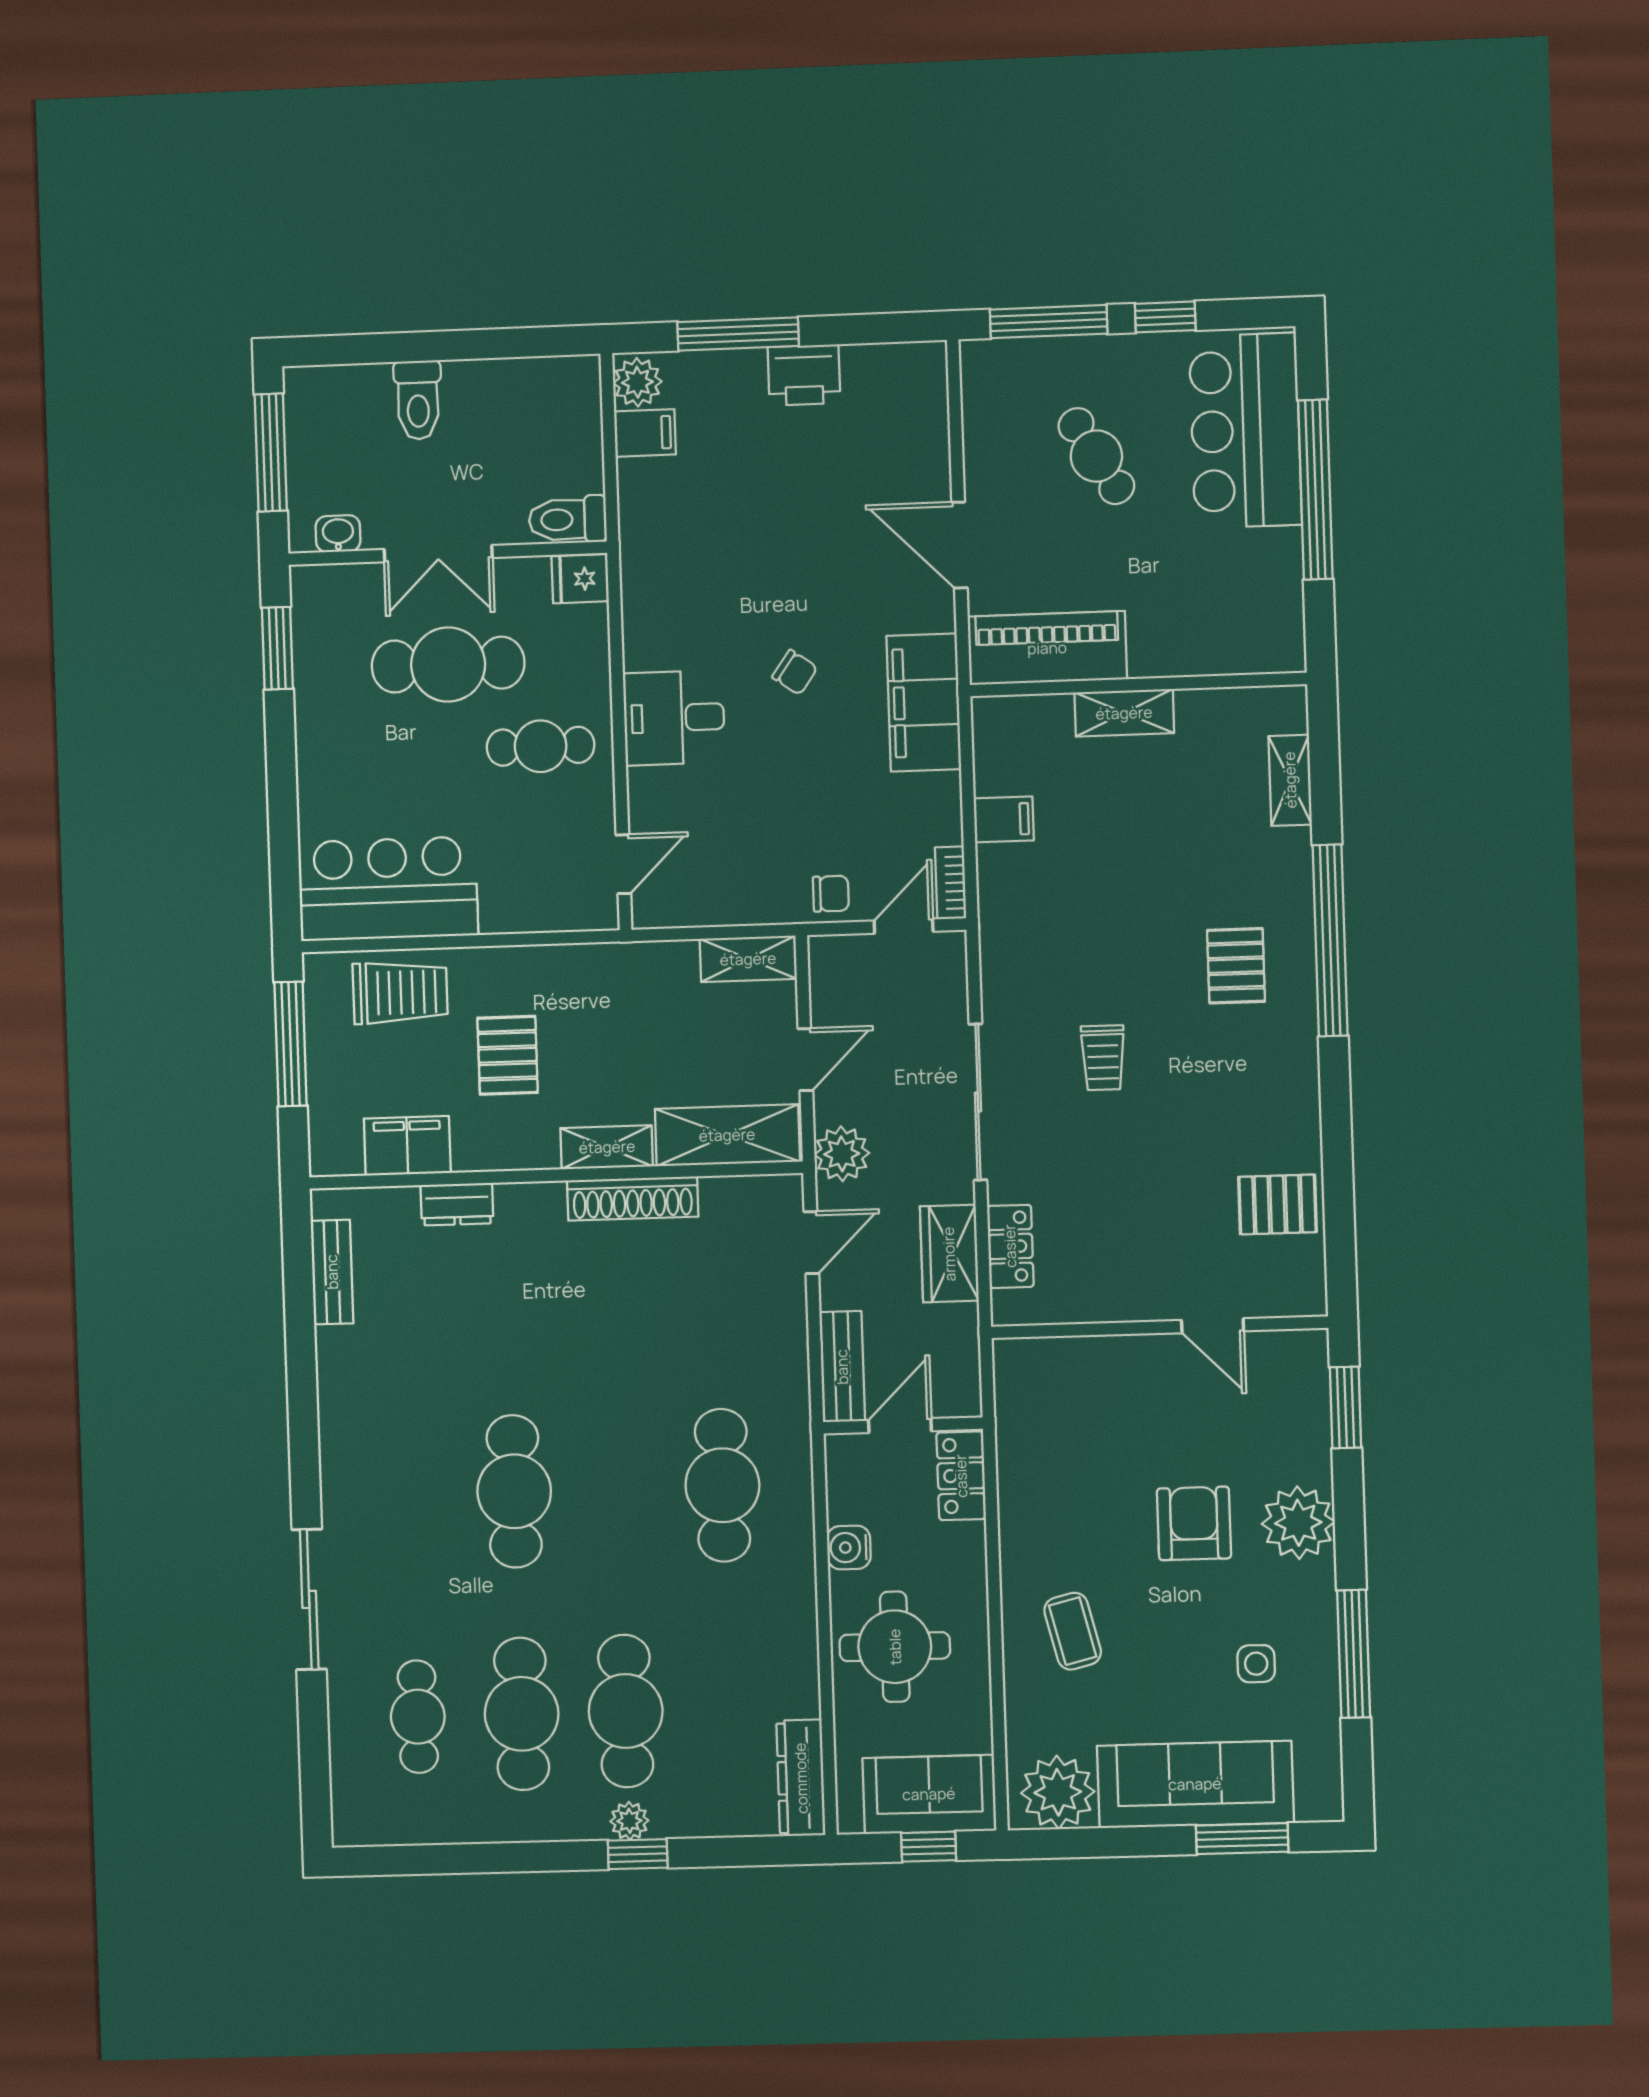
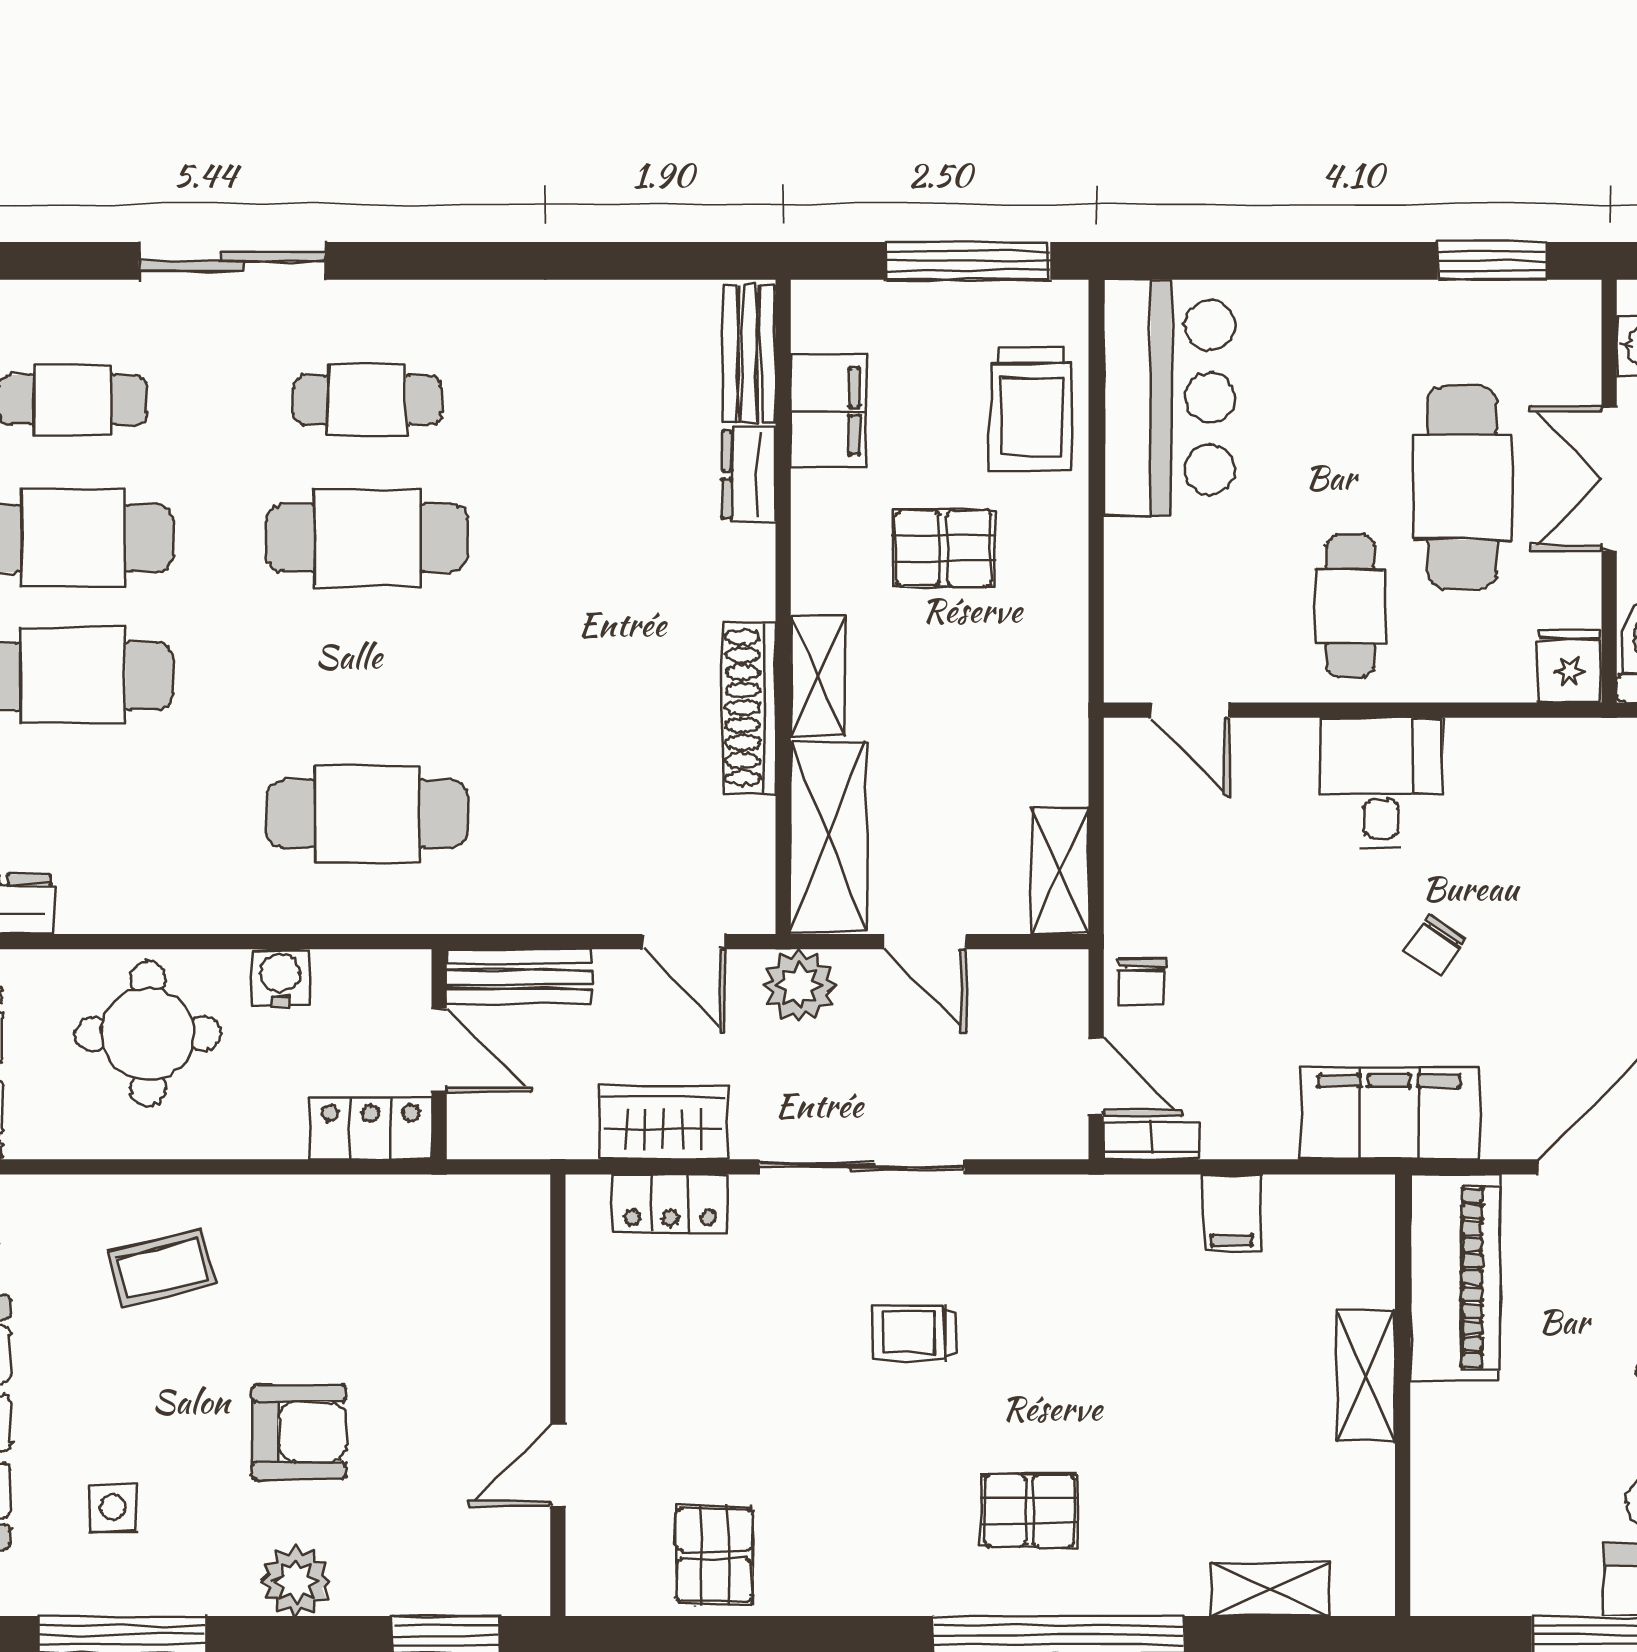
bench: (332, 1272) -> (749, 354), moved, turned 90
cafe table: (410, 1494) -> (367, 400), added
plant: (1298, 1523) -> (296, 1581), width x0.73, depth x0.73

